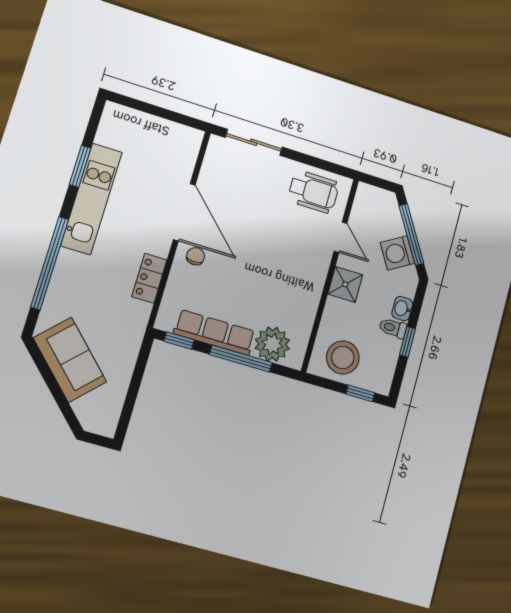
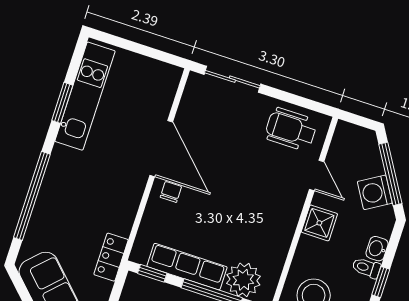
wheelchair: (313, 192) -> (291, 129), turned 180
kitchen unit: (92, 199) -> (85, 96), moved
locker: (149, 278) -> (111, 257), moved

